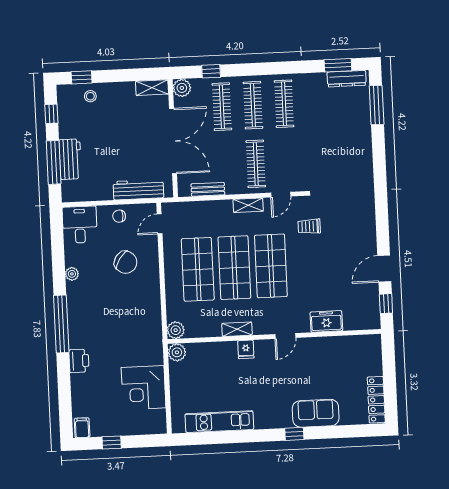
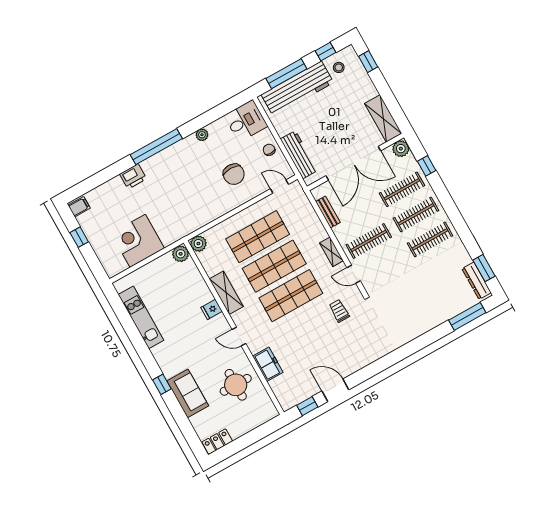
shelving: (152, 88) -> (383, 118), width x1.50, depth x1.33
stool: (90, 96) -> (339, 67), moved
workbench: (70, 159) -> (297, 89), width x1.88, depth x1.32
chair: (126, 262) -> (234, 174), turned -34
shelving: (237, 329) -> (226, 293), width x1.50, depth x1.33
round table: (331, 363) -> (236, 385), added
locker: (376, 400) -> (217, 442), width x0.66

